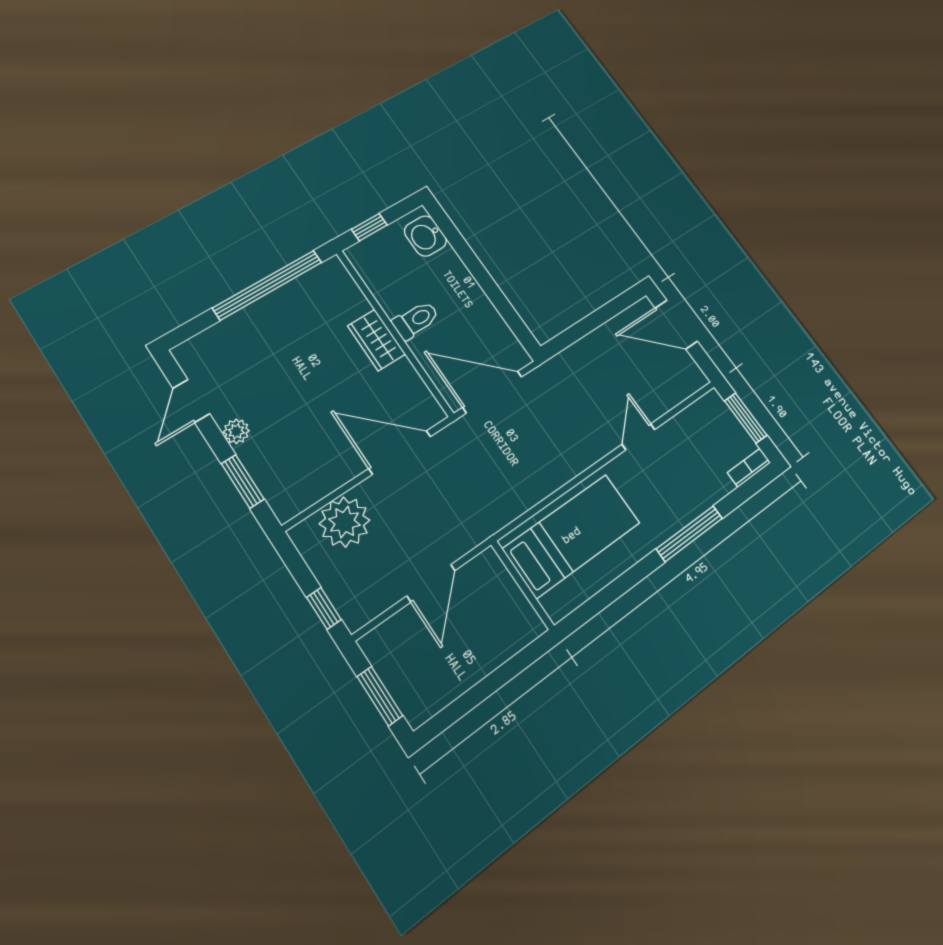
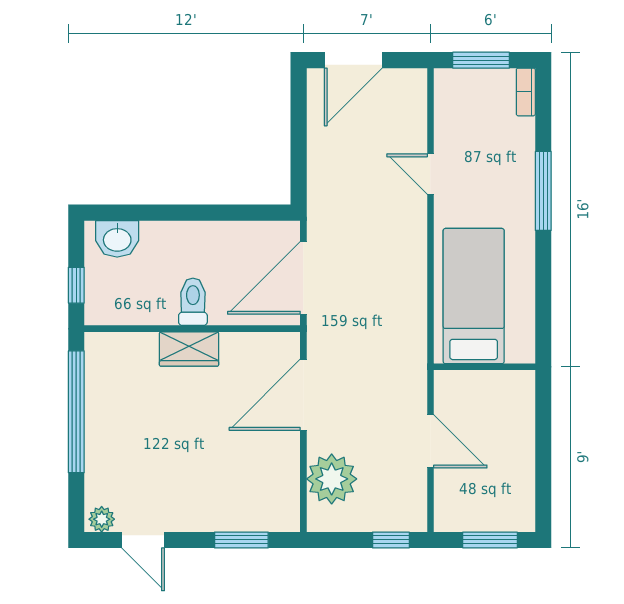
plant: (236, 431) -> (102, 519), moved

